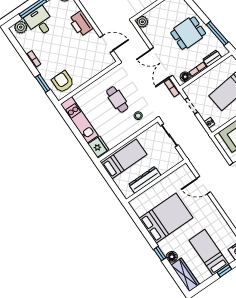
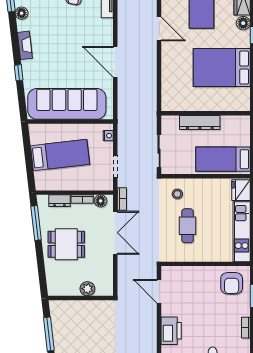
plant: (142, 22) -> (87, 289), moved
dresser: (145, 180) -> (200, 122), moved
door: (203, 185) -> (159, 29), moved

